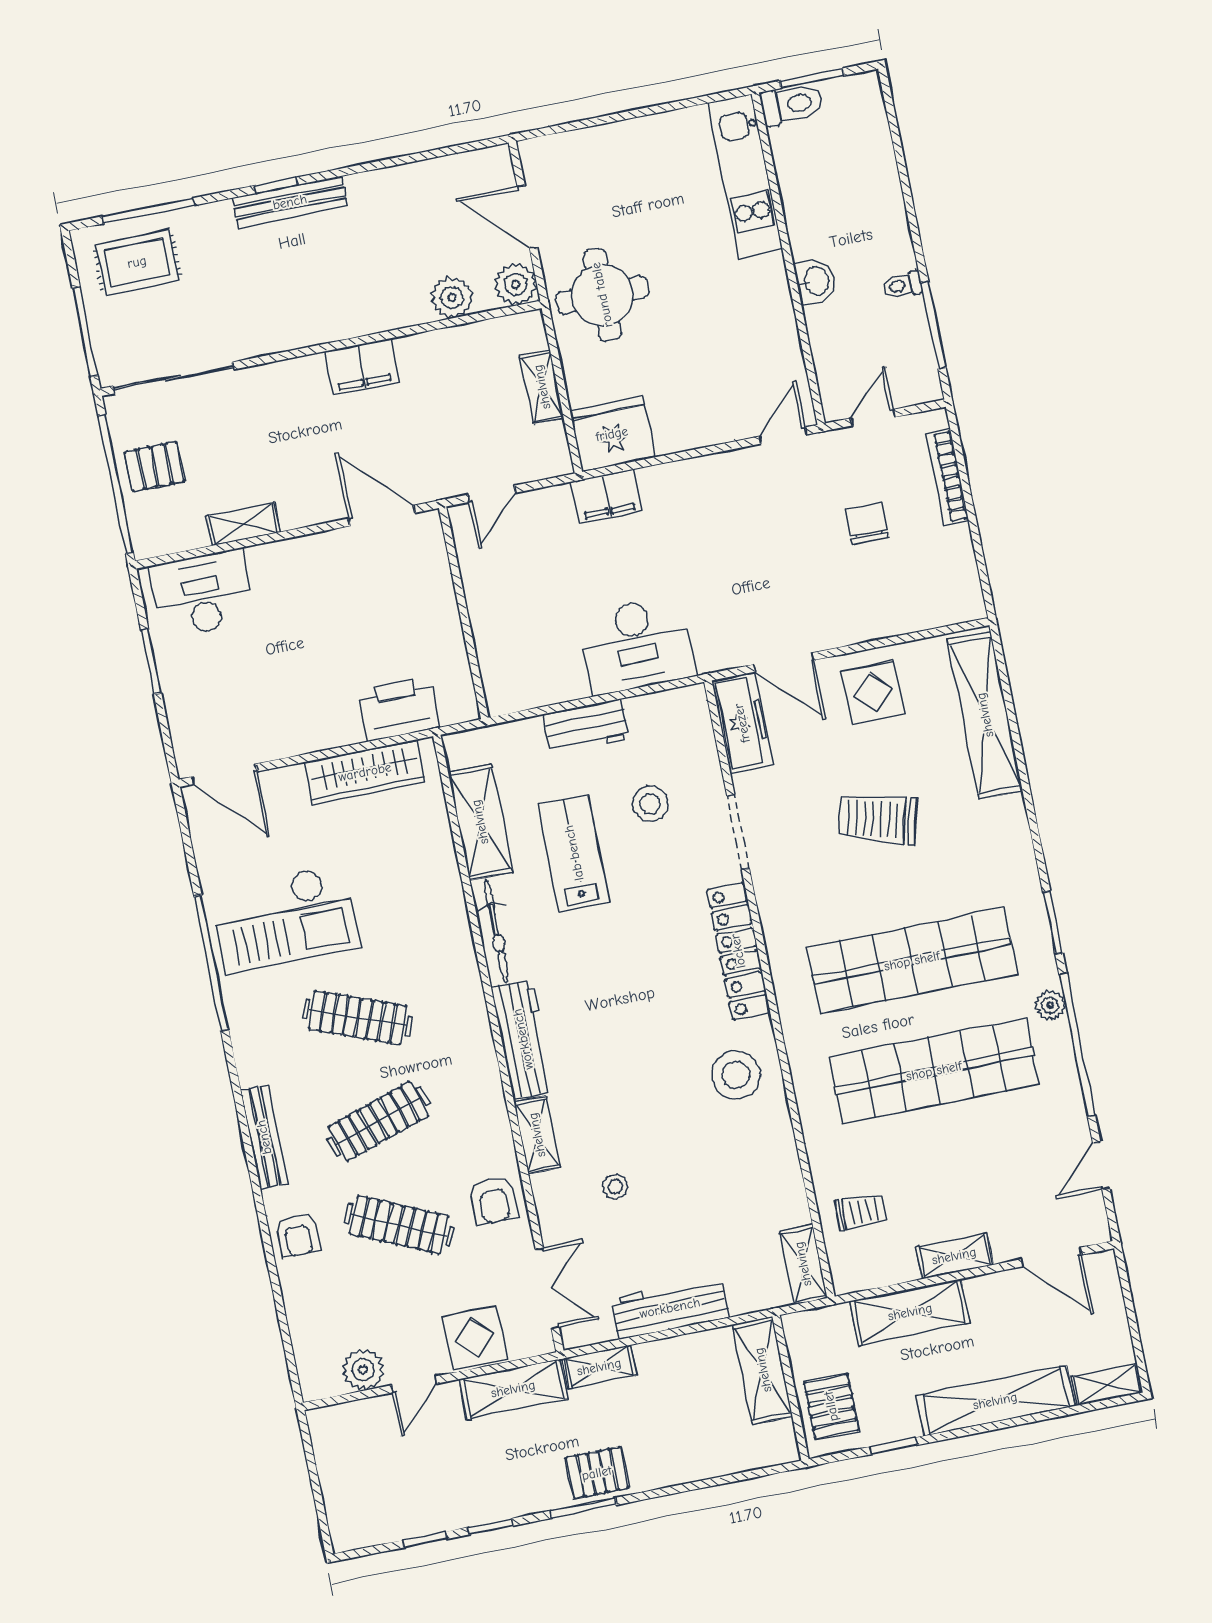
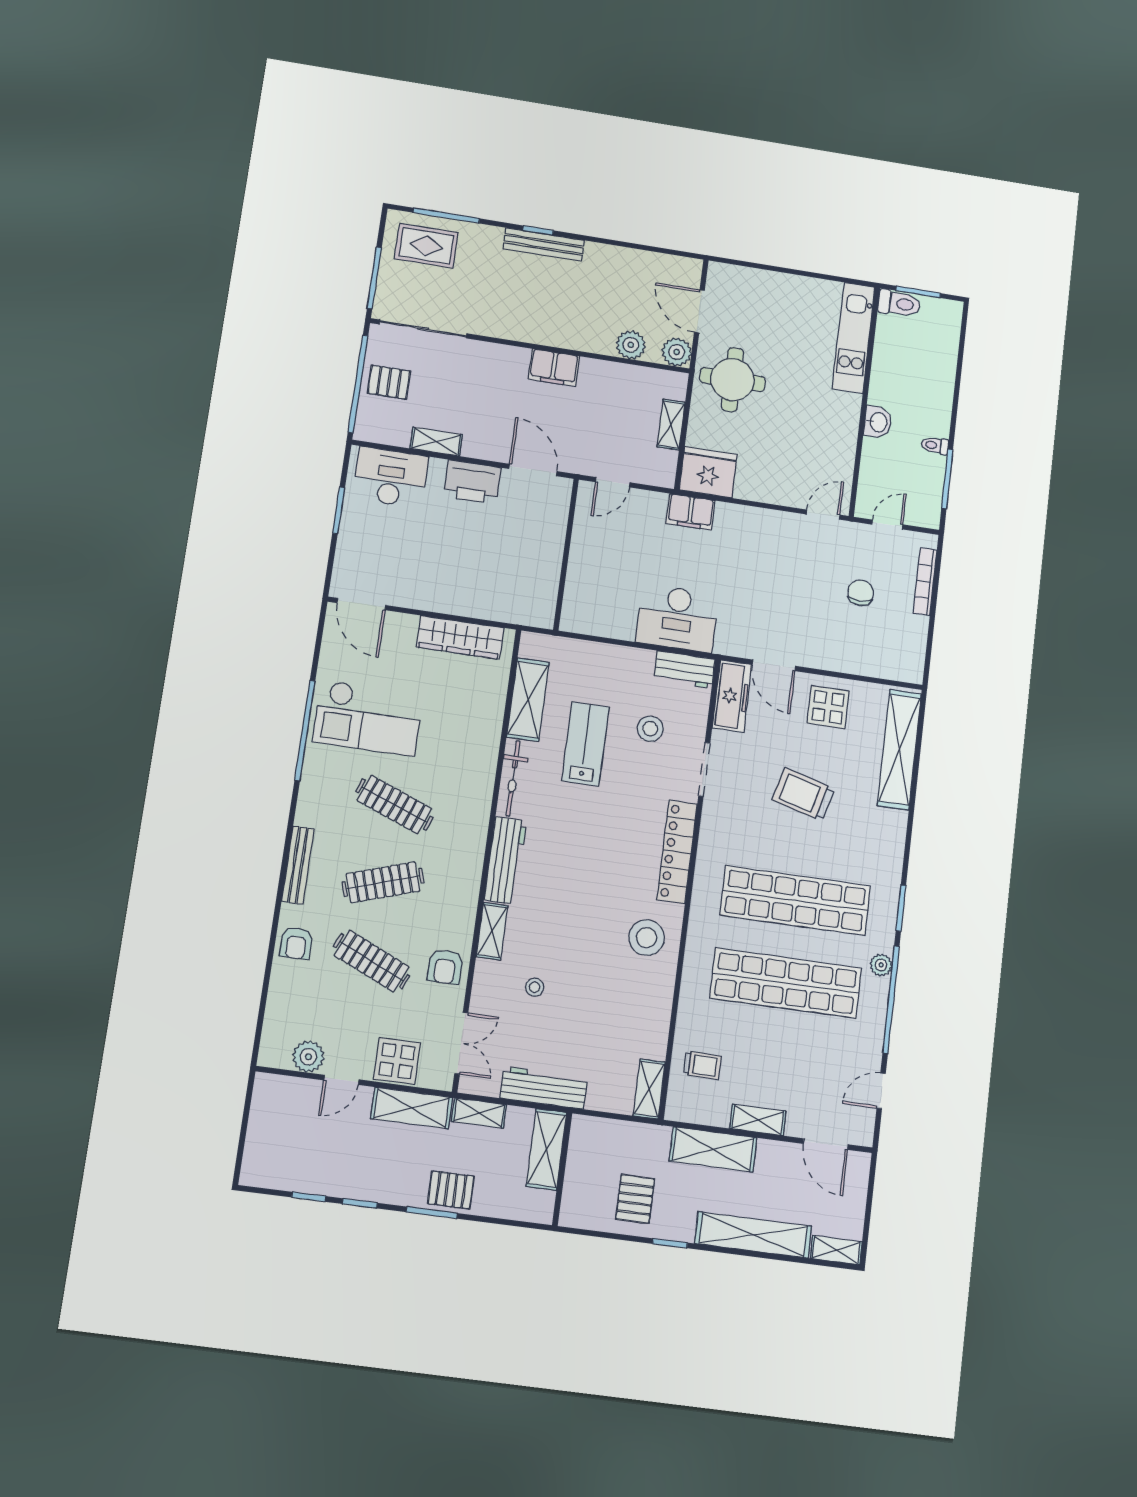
printer: (399, 709) -> (472, 482), moved, turned 180
workbench: (586, 727) -> (684, 670), moved
shelving: (763, 1370) -> (546, 1149), moved
wall: (791, 1388) -> (562, 1169), moved

